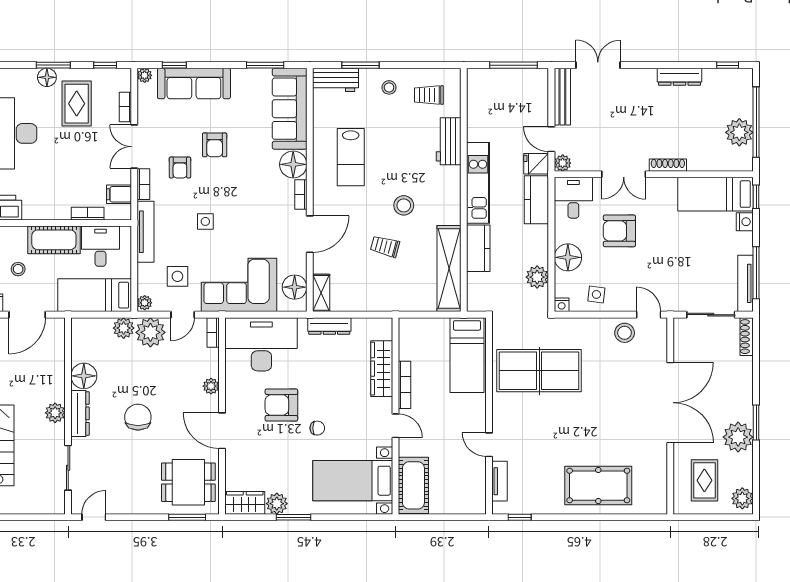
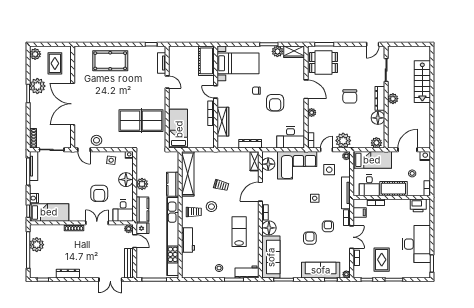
floor lamp: (47, 77) -> (397, 273), removed
trolley: (429, 95) -> (194, 212), moved
kitchen unit: (478, 183) -> (173, 236), width x1.86
armchair: (619, 231) -> (99, 193), turned 90
plant: (537, 277) -> (142, 184), moved
plant: (124, 328) -> (376, 143), moved
desk: (261, 344) -> (290, 138), width x0.73, depth x0.77
armchair: (281, 405) -> (275, 103), turned 90

